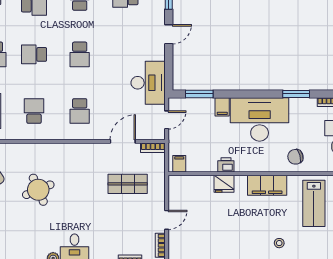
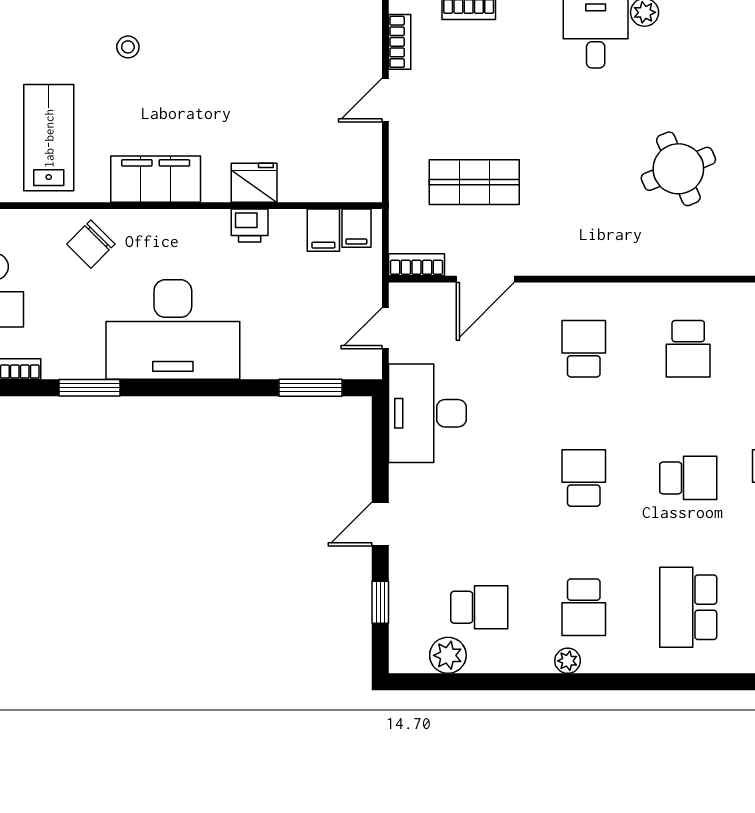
filing cabinet: (222, 107) -> (323, 230), moved, turned 180
chair: (295, 157) -> (91, 244), turned 150

